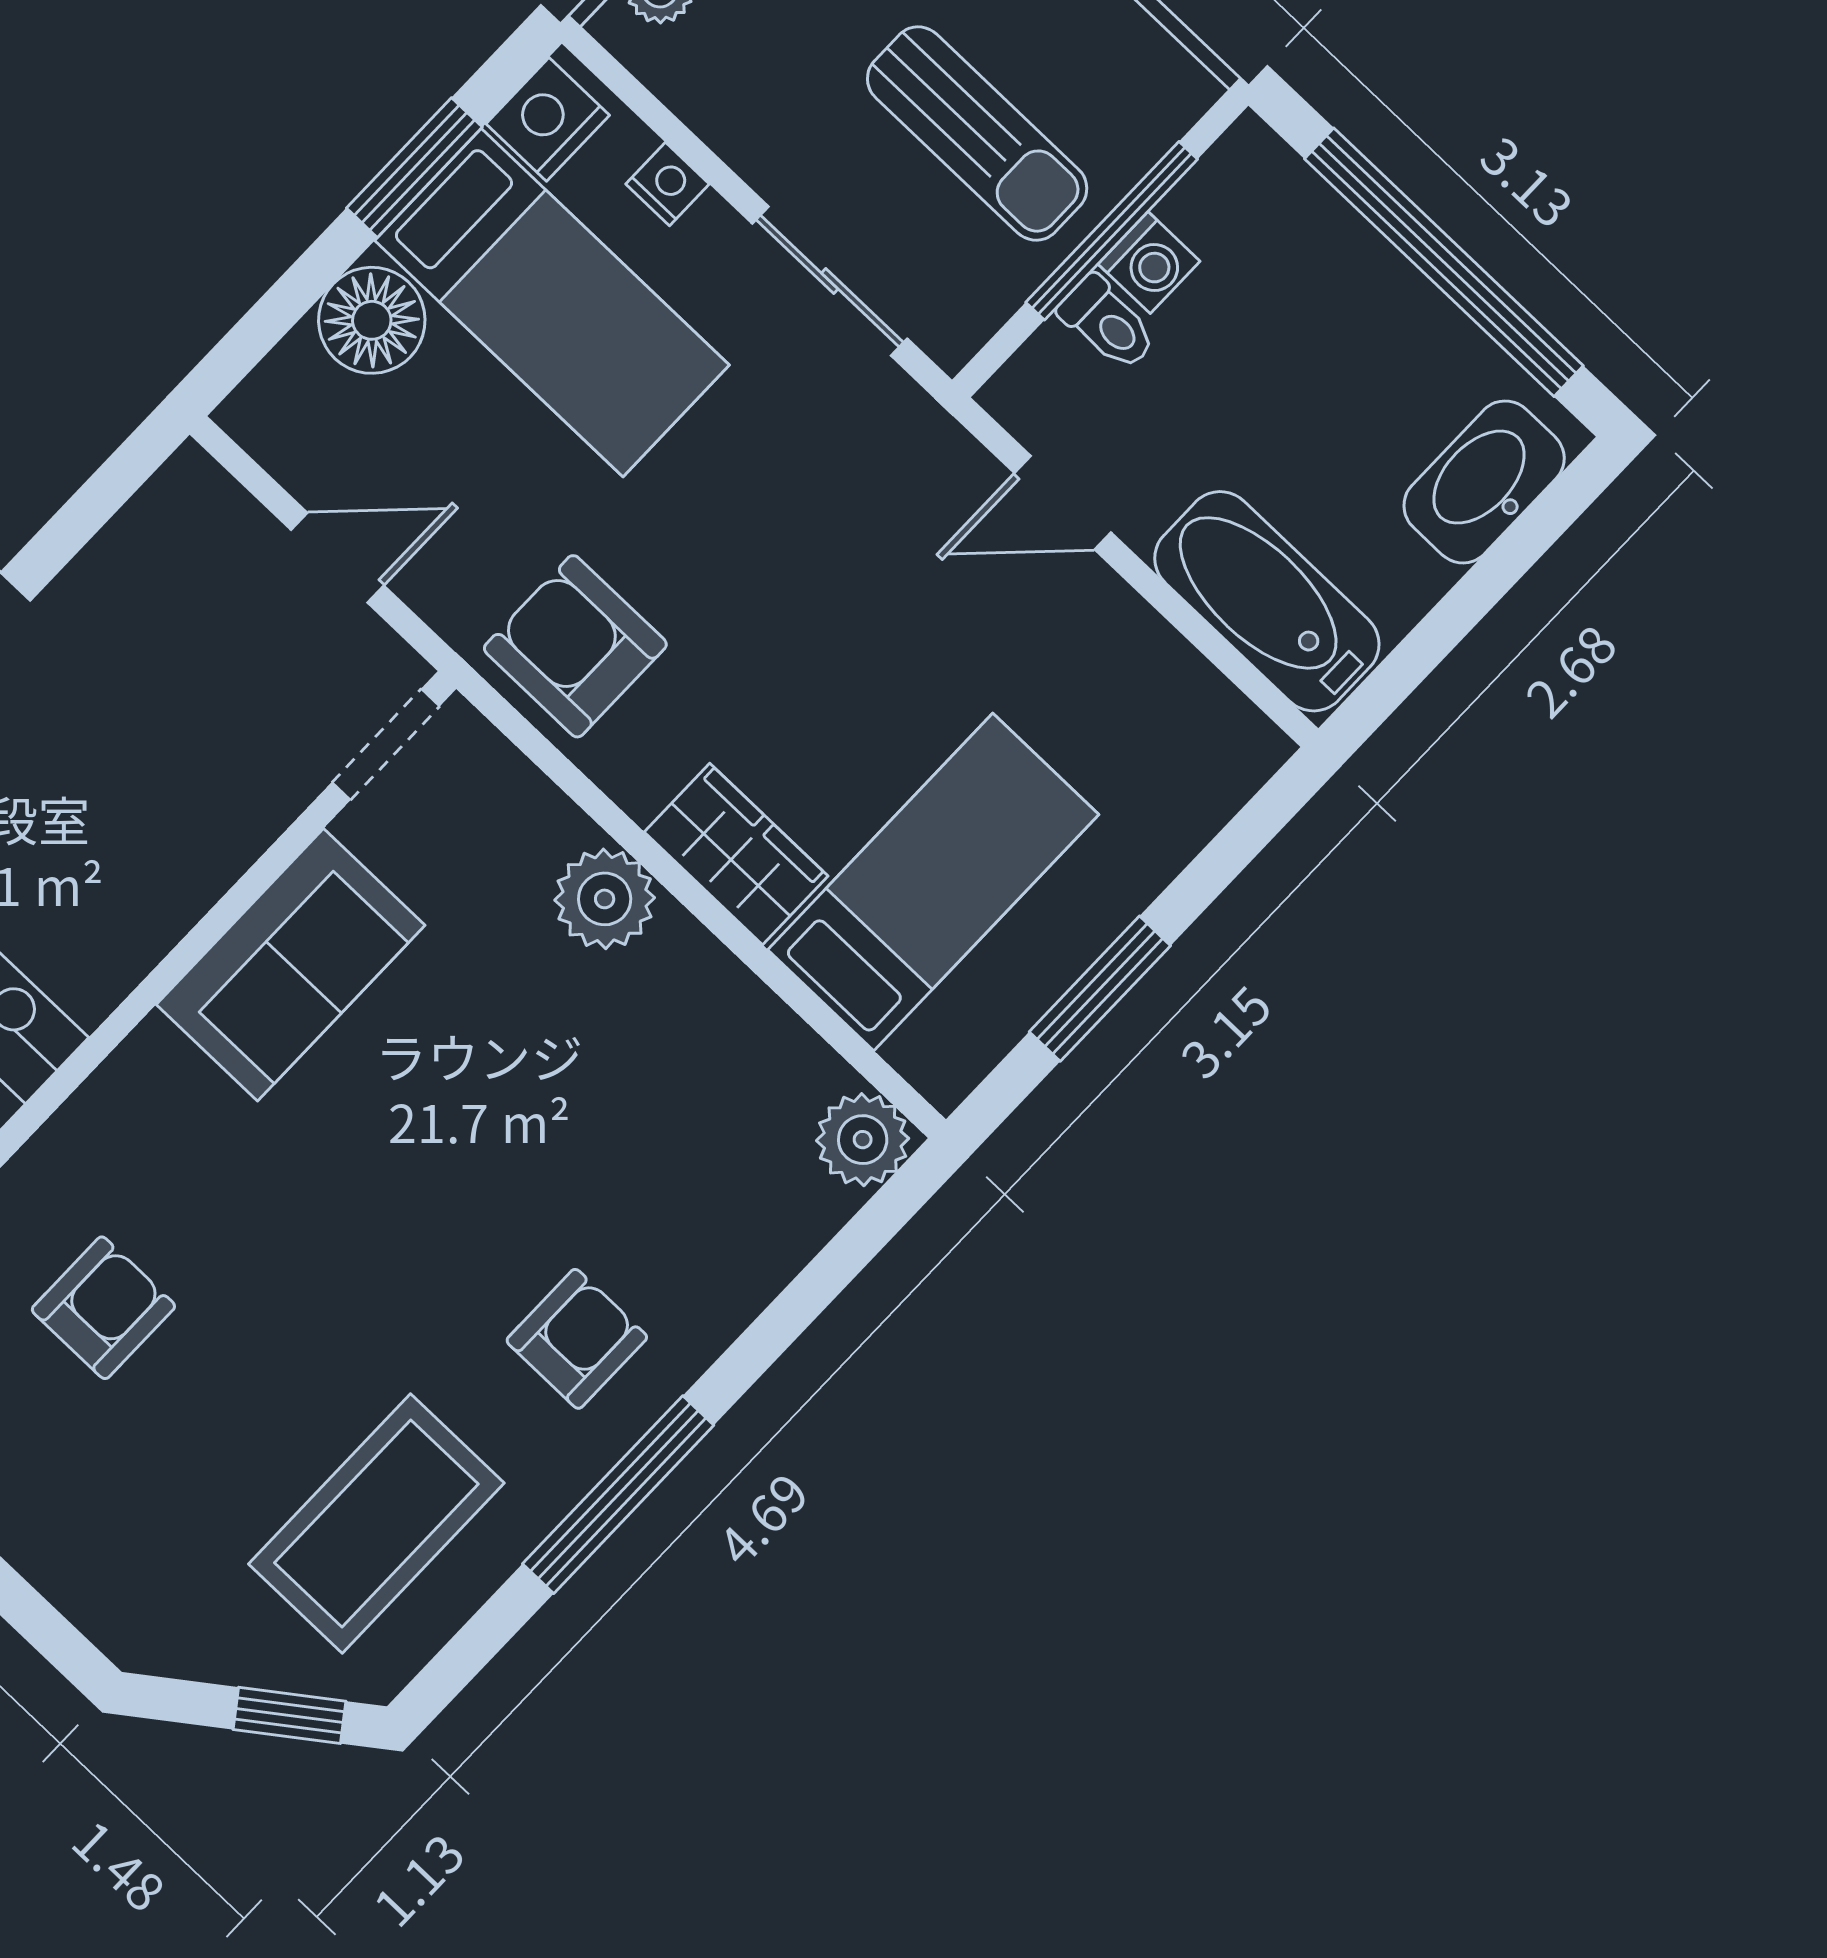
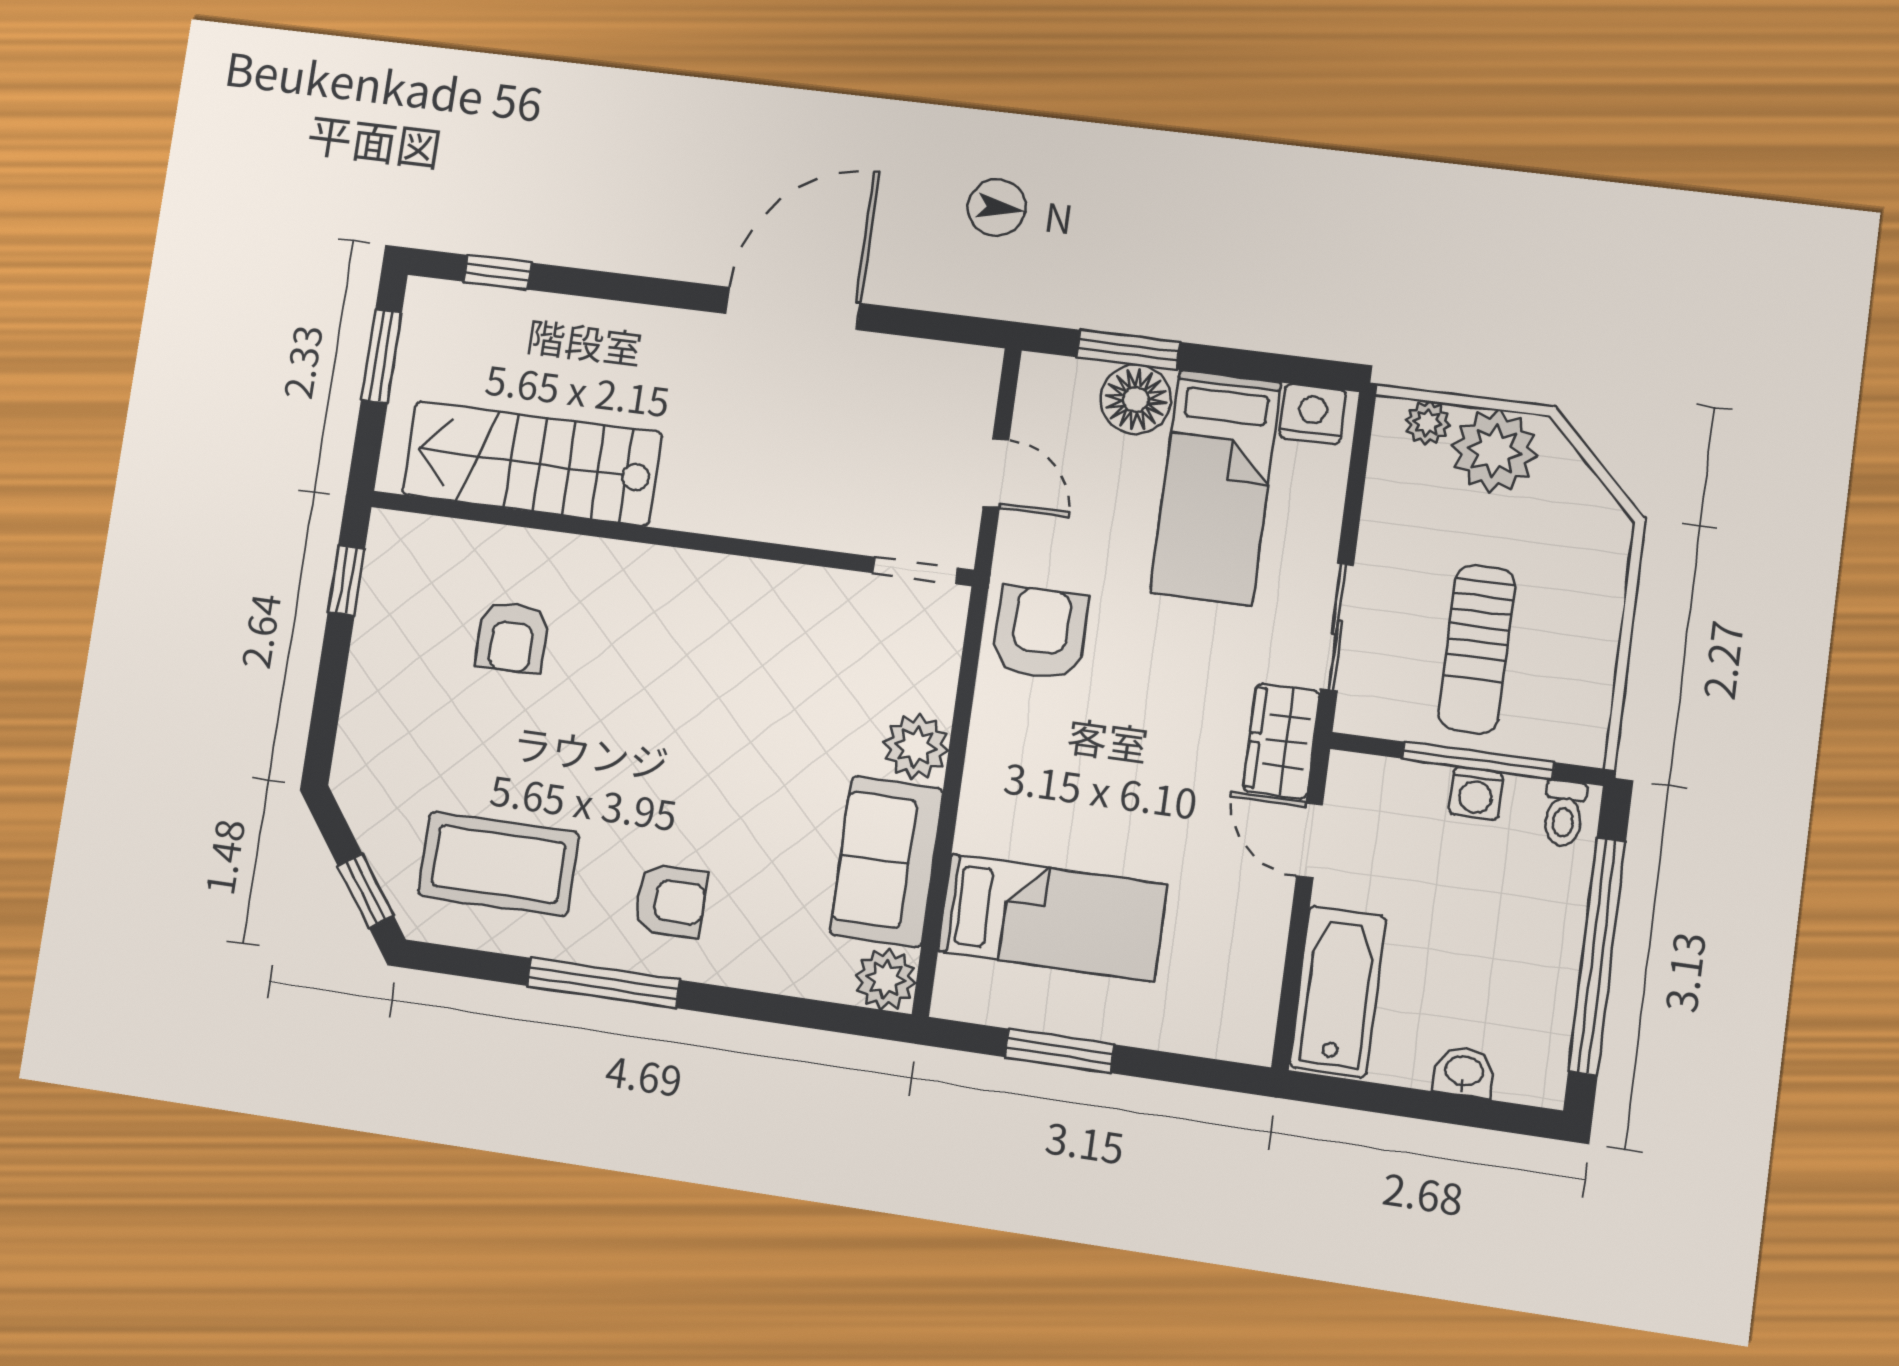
window: (414, 168) -> (1129, 350), moved
nightstand: (668, 184) -> (1325, 503), removed
toilet: (1108, 323) -> (1564, 813), moved
washbasin: (1484, 482) -> (1464, 1072), width x0.52, depth x0.69
wardrobe: (736, 854) -> (1281, 741), moved, turned 180
sofa: (291, 965) -> (886, 862), moved, turned 90
armchair: (103, 1308) -> (512, 637), turned 90

